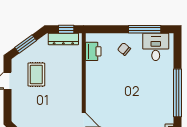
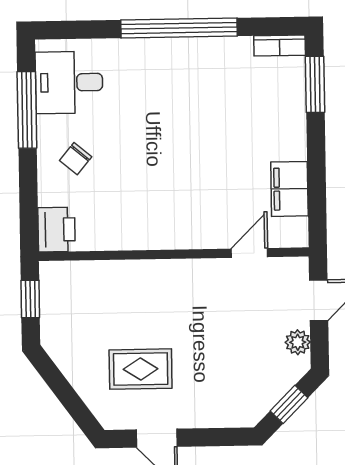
dresser: (63, 39) -> (54, 305), removed
window: (26, 44) -> (68, 396), removed
printer: (93, 51) -> (56, 230), moved, turned 90

